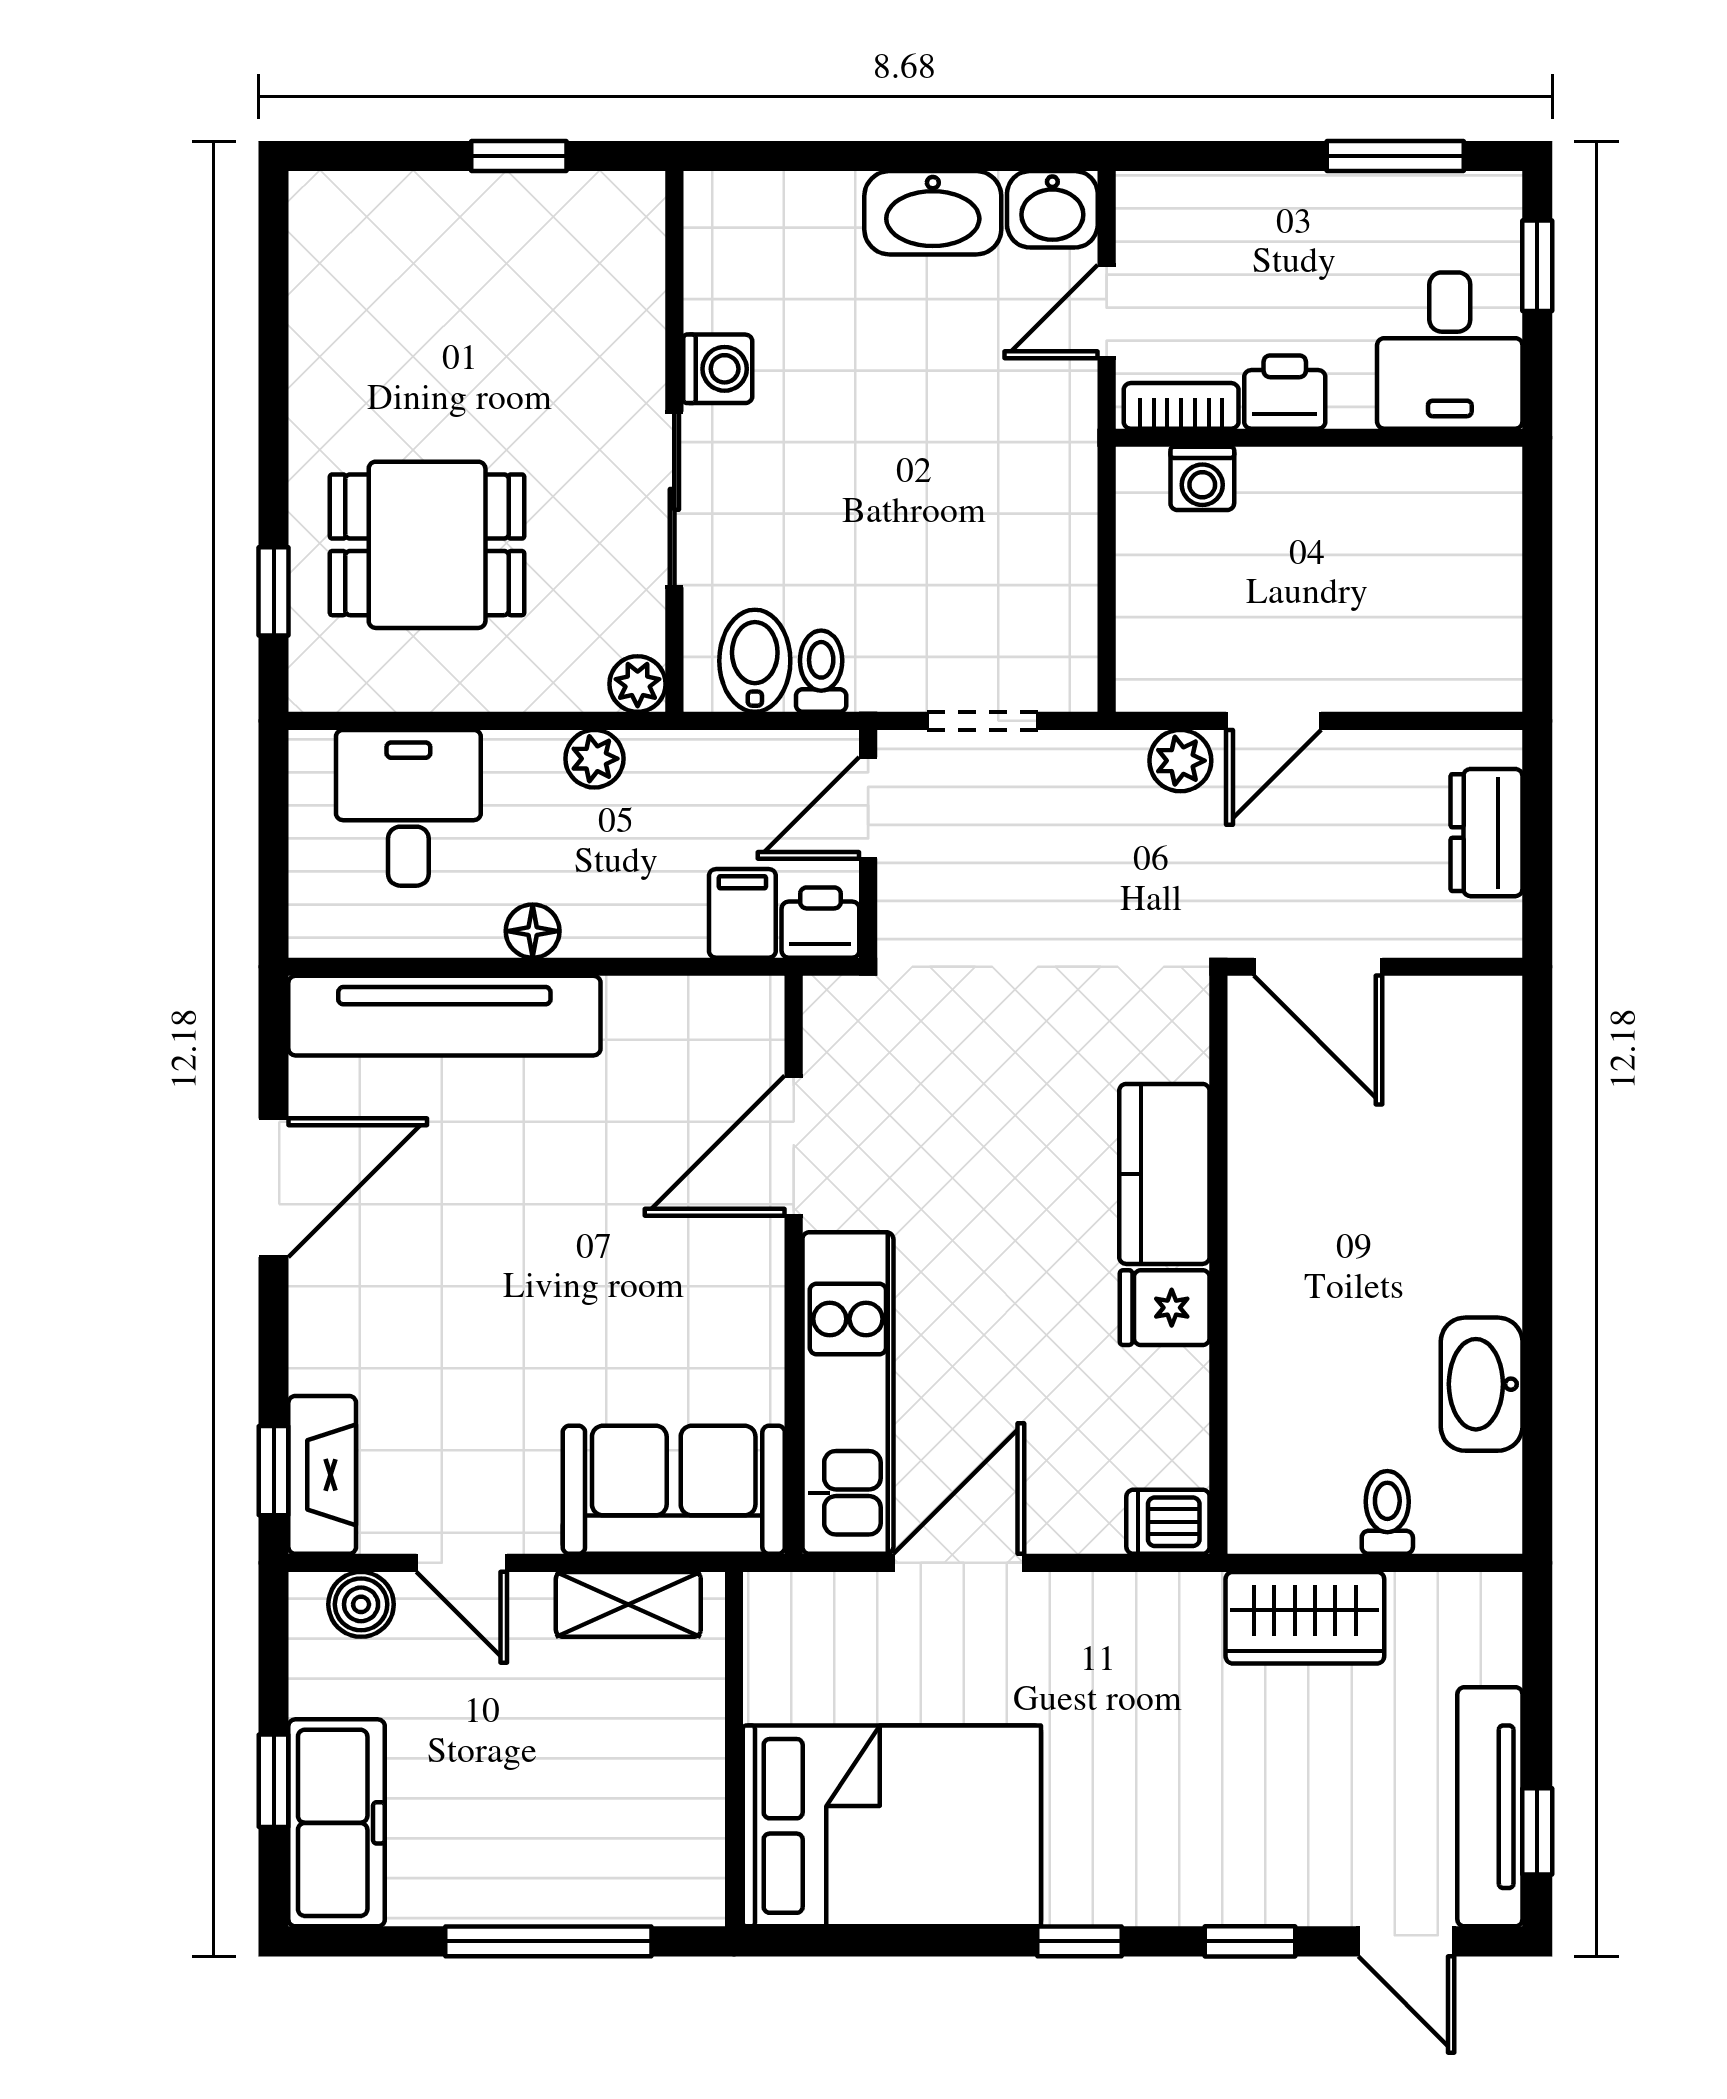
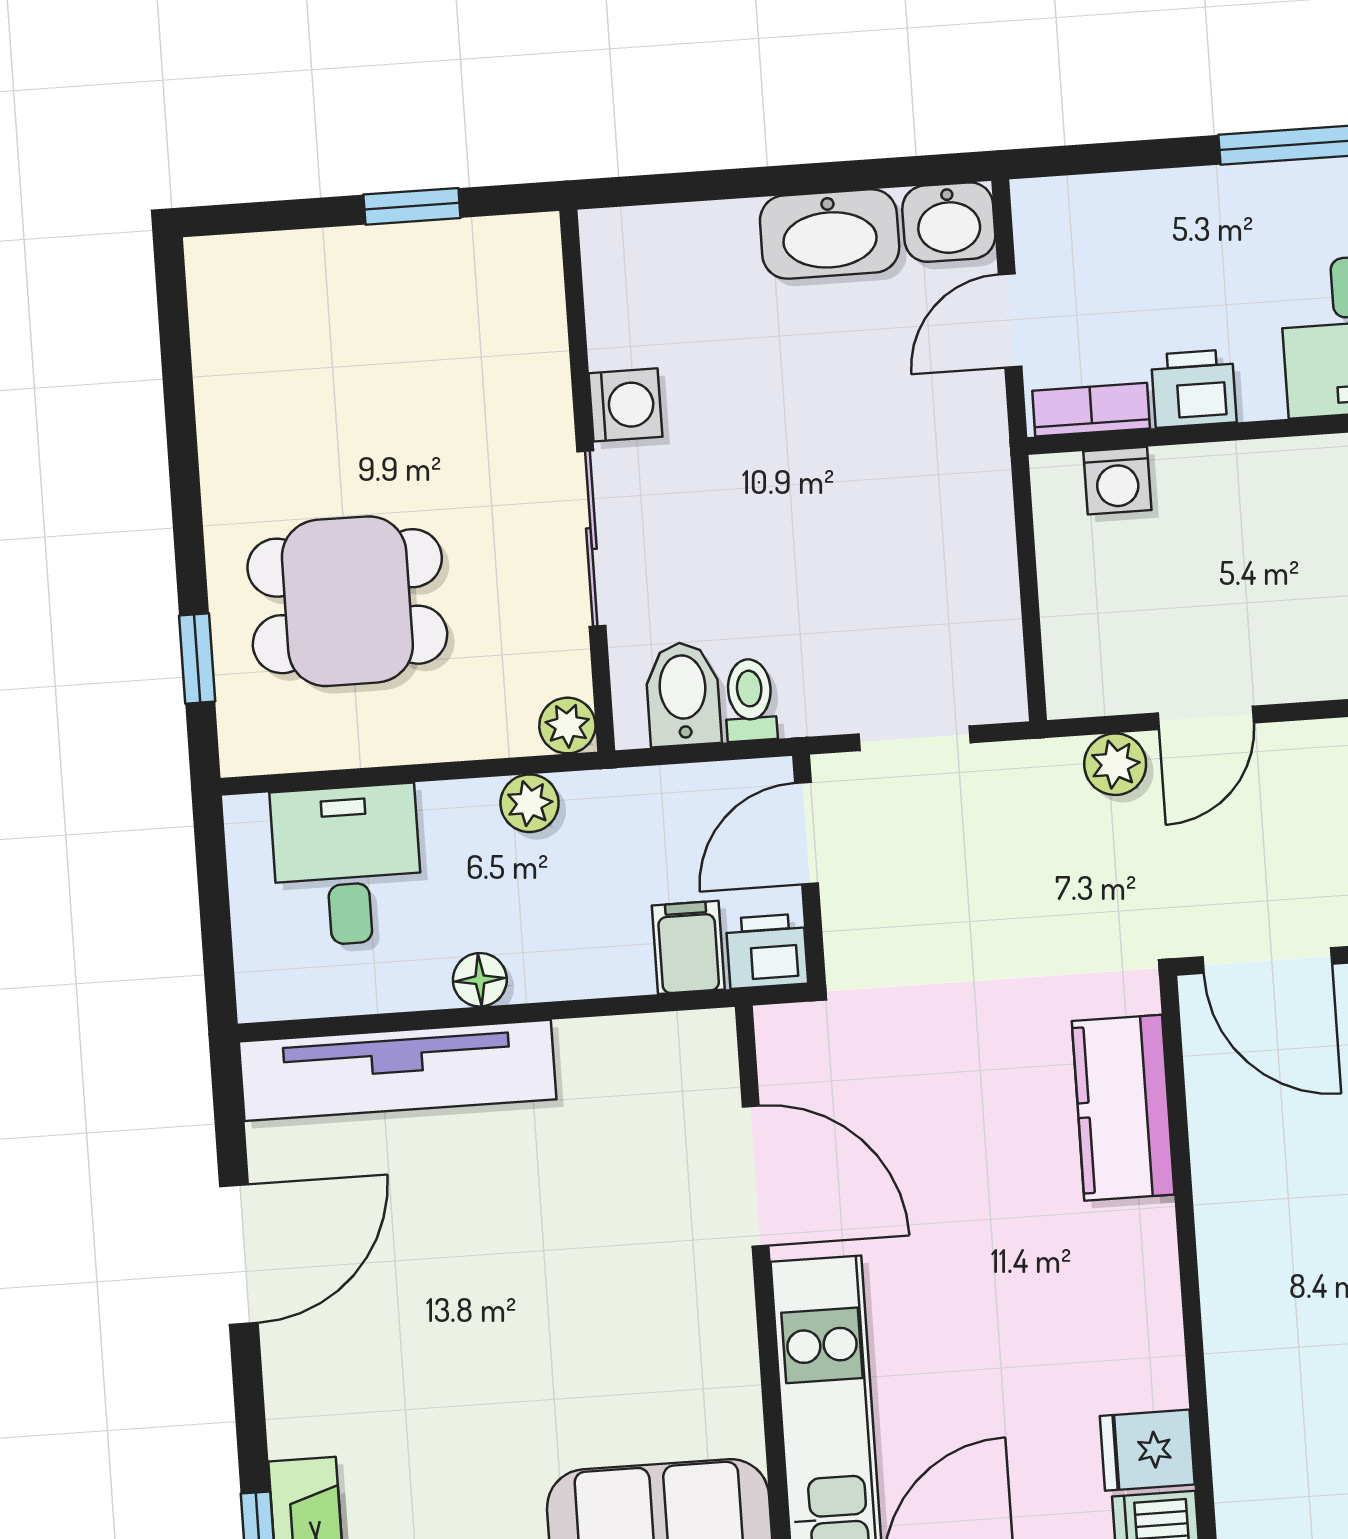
door: (794, 1146) -> (756, 1176), swing flipped
kitchen counter: (1164, 1174) -> (1123, 1108), moved
fridge: (1165, 1308) -> (1147, 1450), moved

